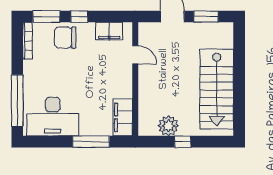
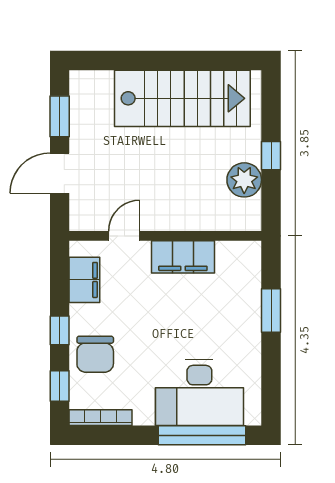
window: (46, 17) -> (60, 386), width x0.67
desk: (53, 117) -> (199, 393), moved, turned 90
filing cabinet: (123, 117) -> (183, 257), moved
window: (91, 142) -> (271, 311), width x0.69

